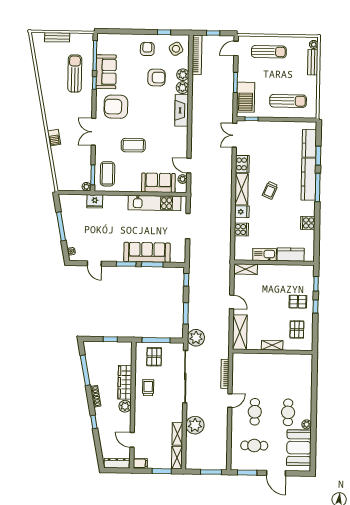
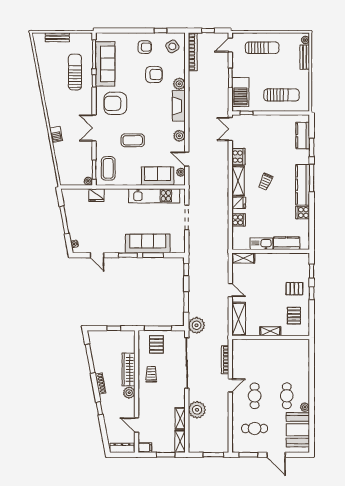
armchair: (147, 49) -> (145, 47), turned 90
sofa: (106, 72) -> (105, 64), width x1.36
plant: (183, 75) -> (179, 136), moved
kitchen counter: (309, 179) -> (303, 185), moved

